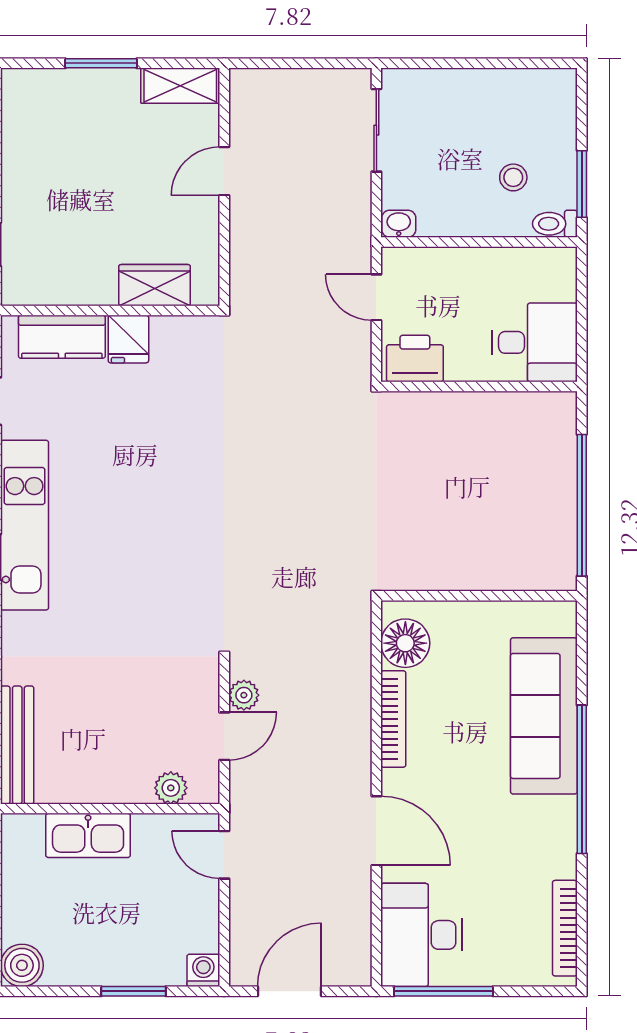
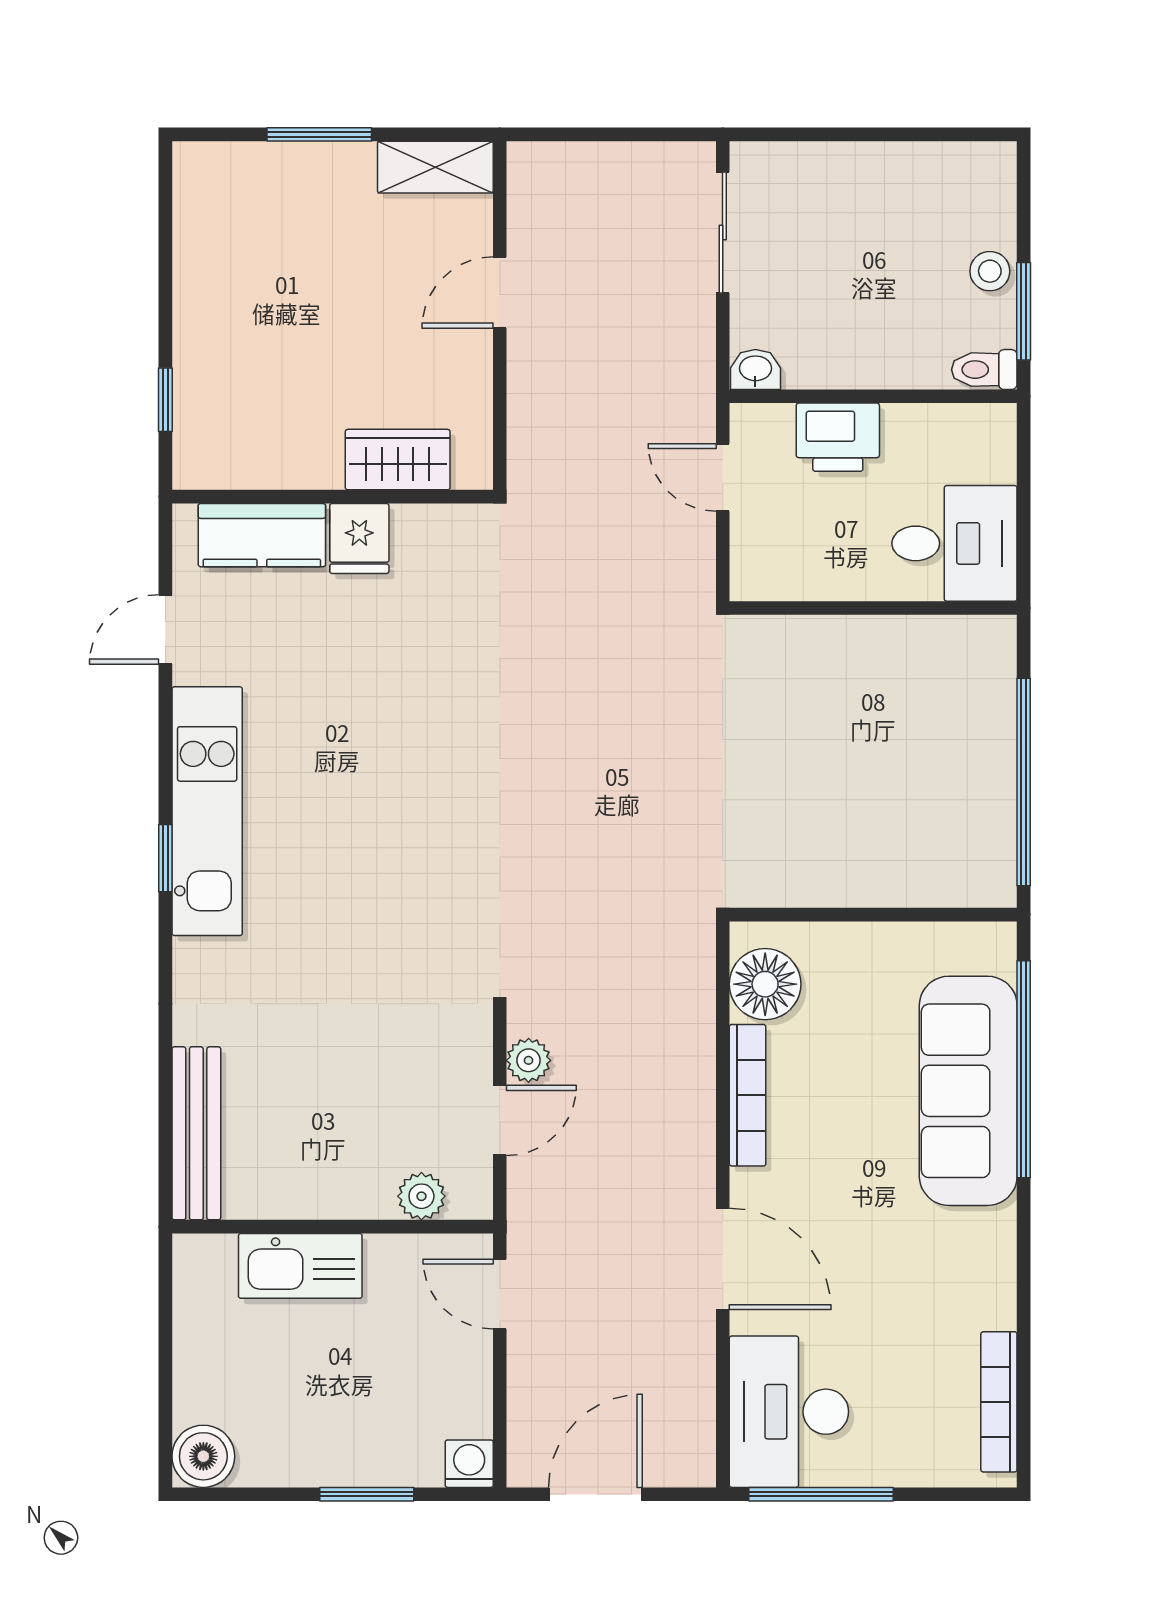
stool: (513, 177) -> (990, 271), moved
printer: (415, 359) -> (838, 437), moved, turned 180
window: (582, 779) -> (1024, 1069), moved

